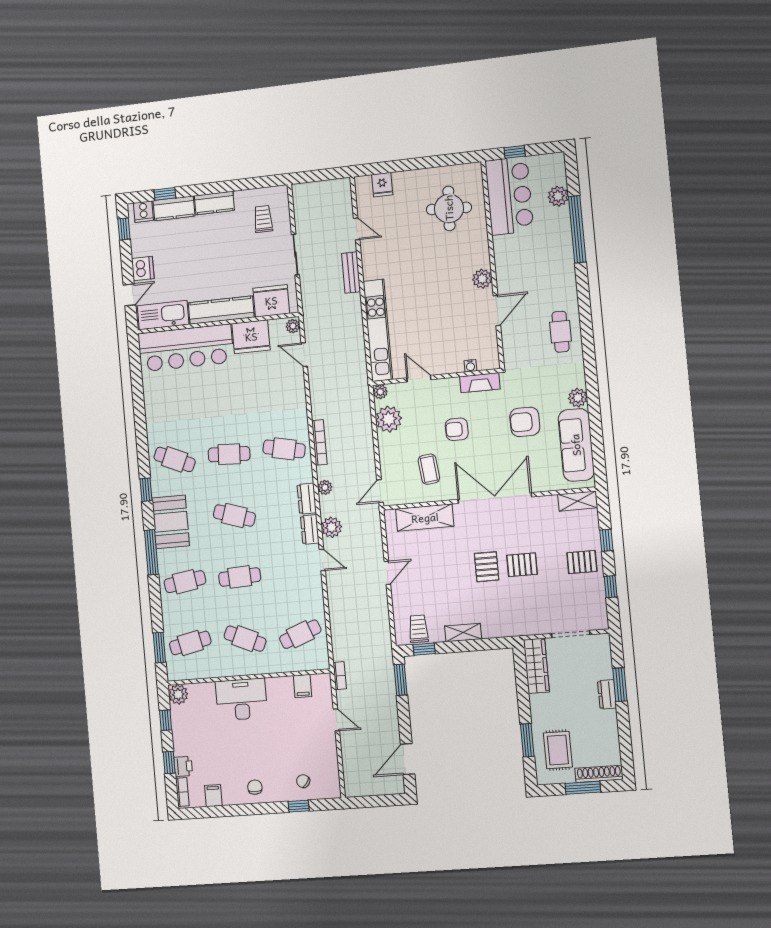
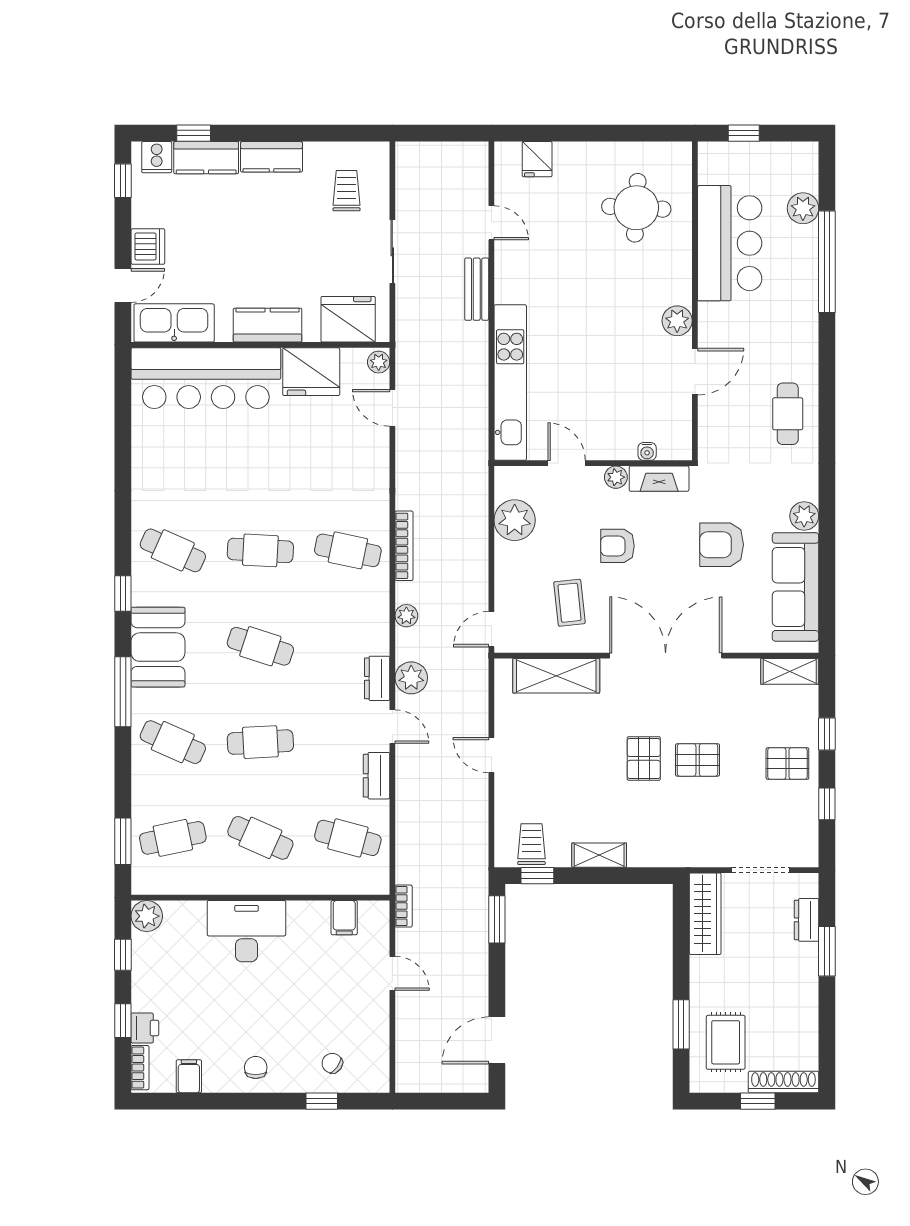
bar counter: (509, 196) -> (730, 243), moved
kitchen counter: (221, 310) -> (268, 325), width x0.67
plant: (380, 392) -> (616, 477), moved
dresser: (307, 499) -> (376, 776), moved
door: (387, 573) -> (491, 755), swing flipped
cafe table: (185, 582) -> (173, 742), turned 33
cafe table: (300, 634) -> (348, 838), turned 36
dresser: (607, 694) -> (806, 920), moved
window: (583, 788) -> (758, 1101), width x0.67

